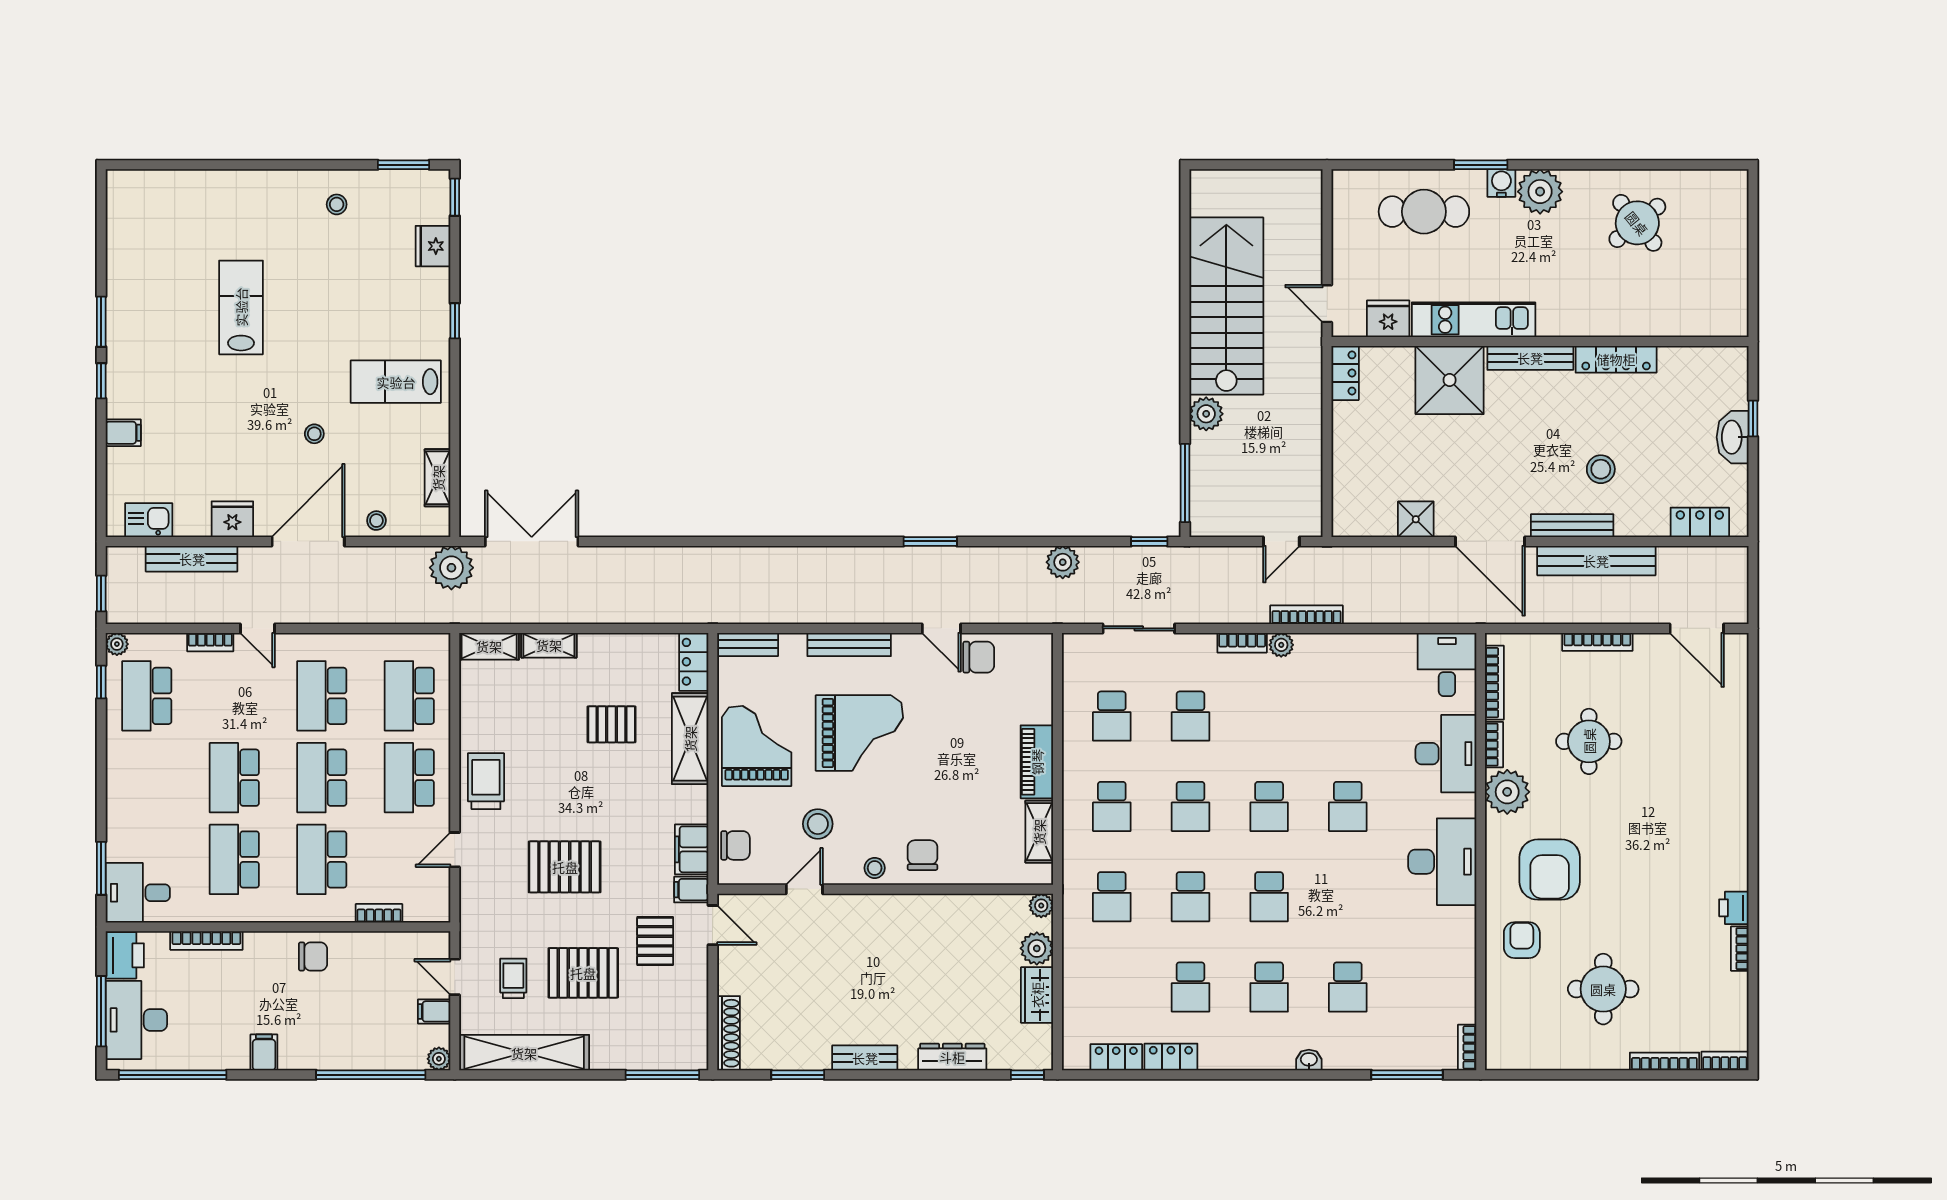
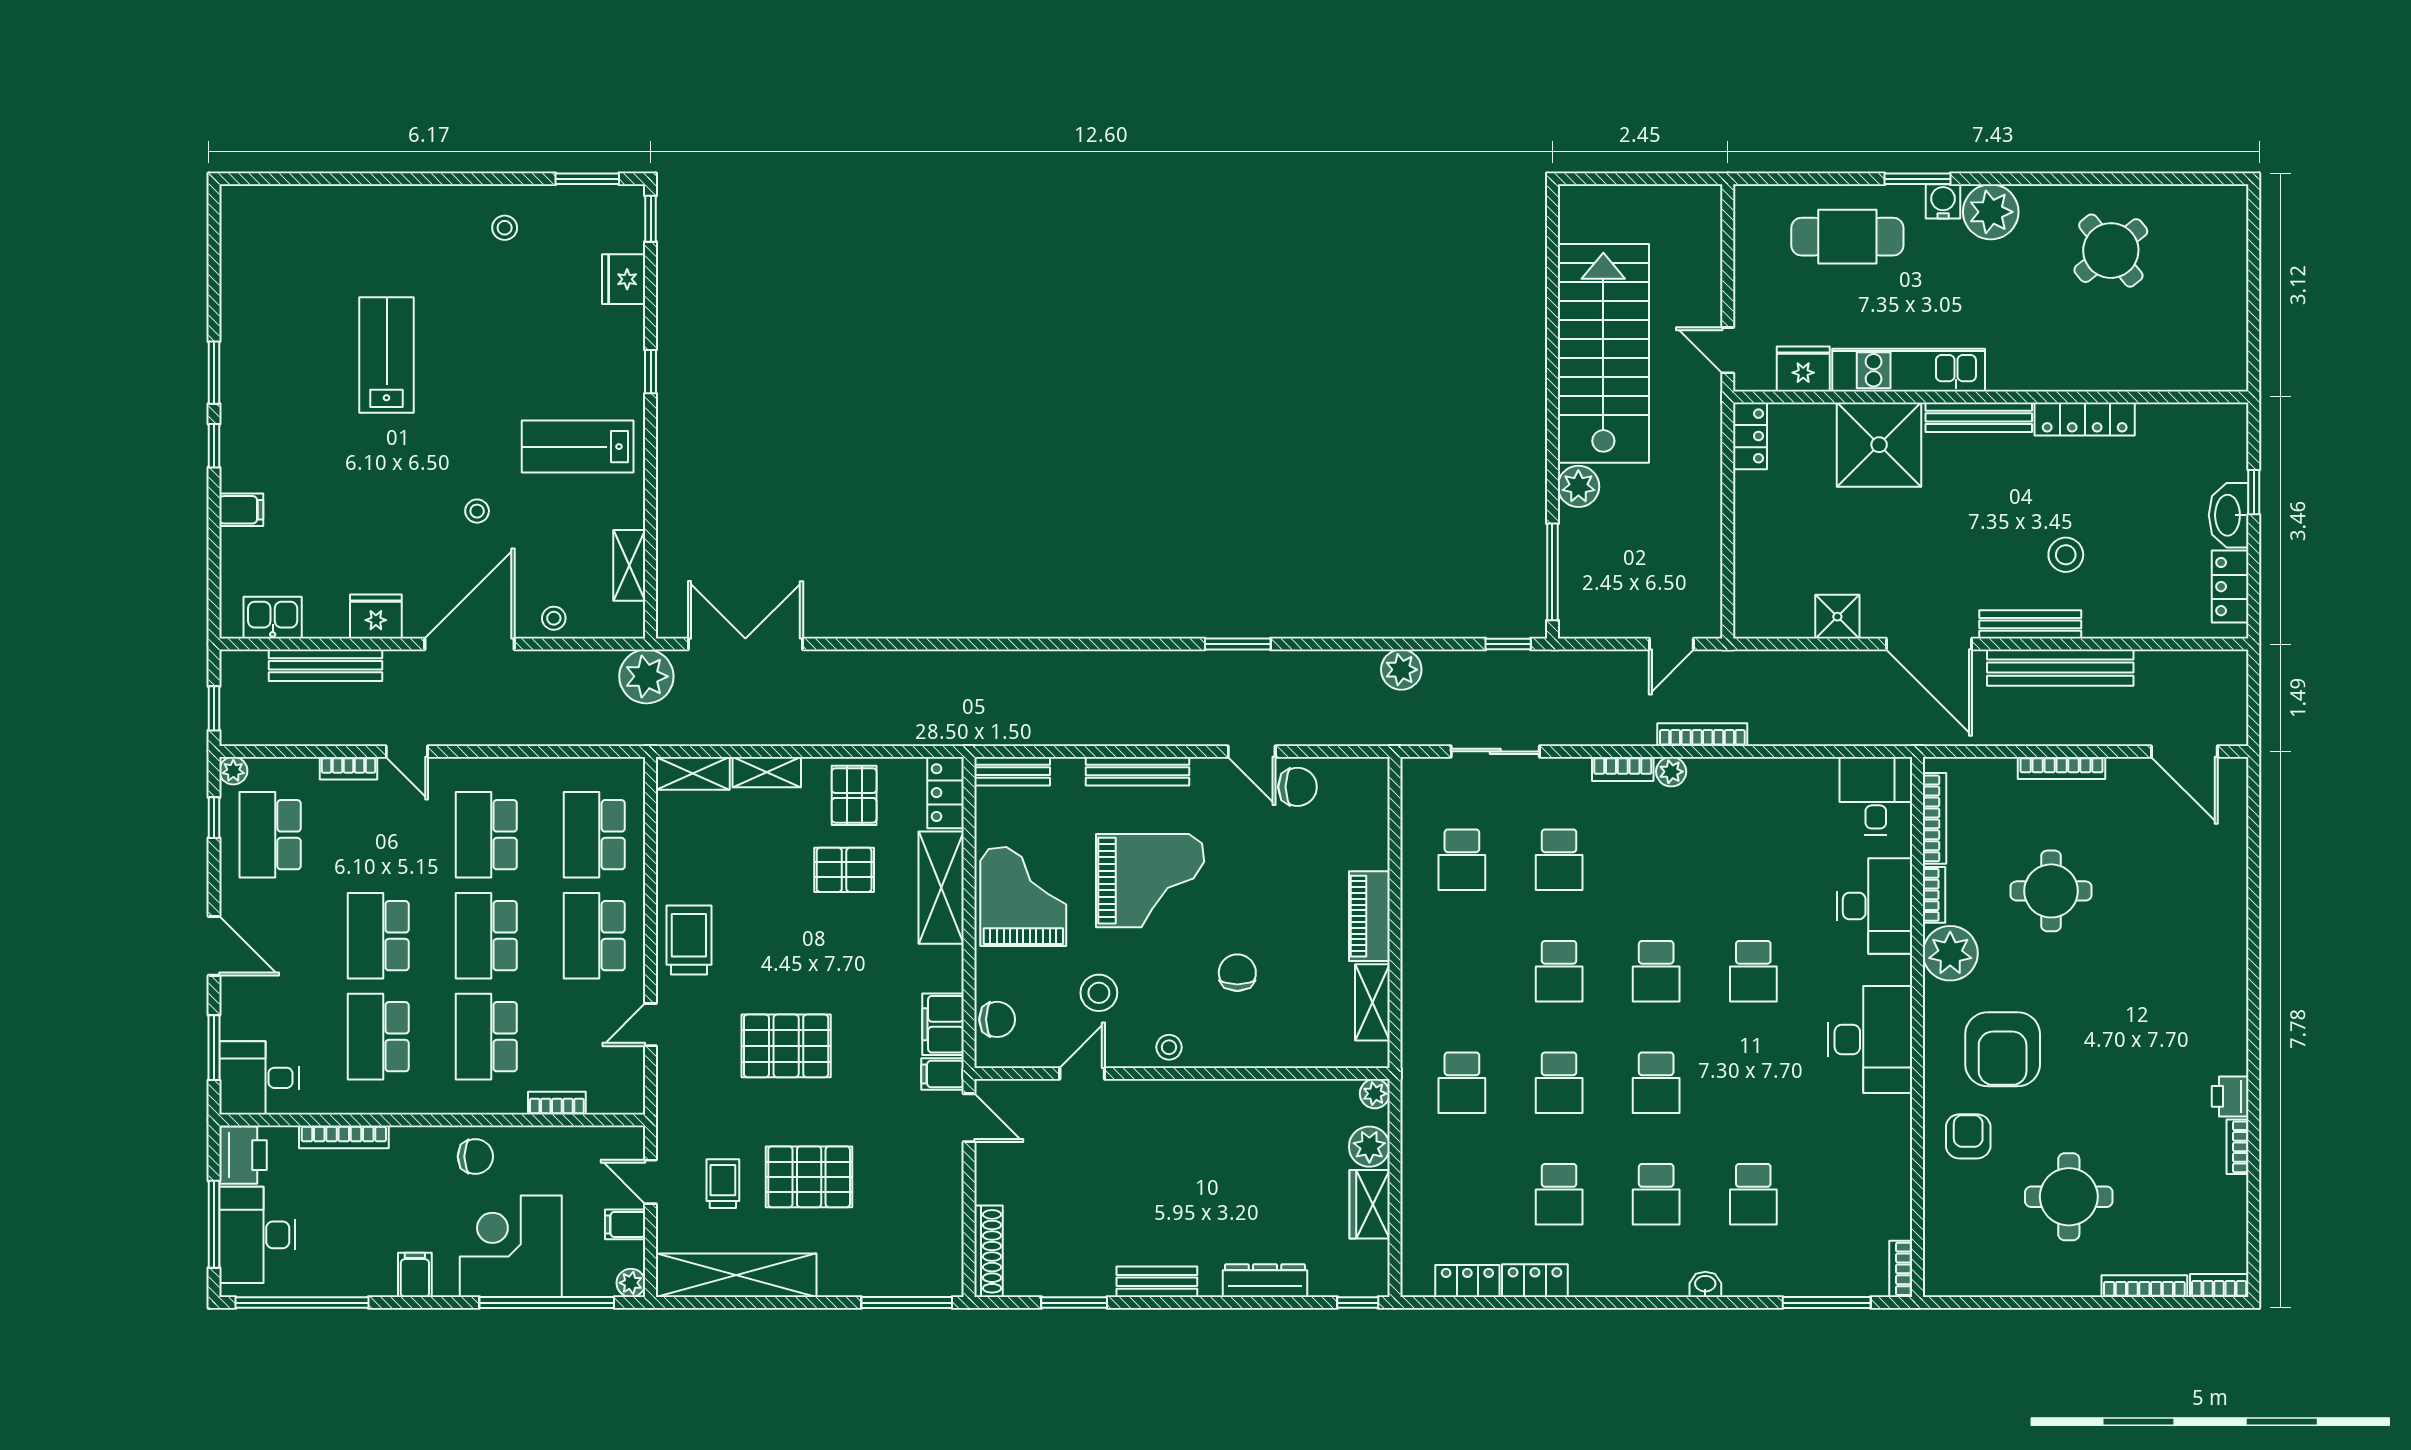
locker: (1700, 522) -> (2230, 587), moved, turned -90
door: (101, 786) -> (214, 946), added
school desk: (1112, 806) -> (1462, 971), removed
chair: (922, 855) -> (1237, 973), moved
pallet: (655, 941) -> (854, 795), moved
corner desk: (342, 1029) -> (511, 1246), added

